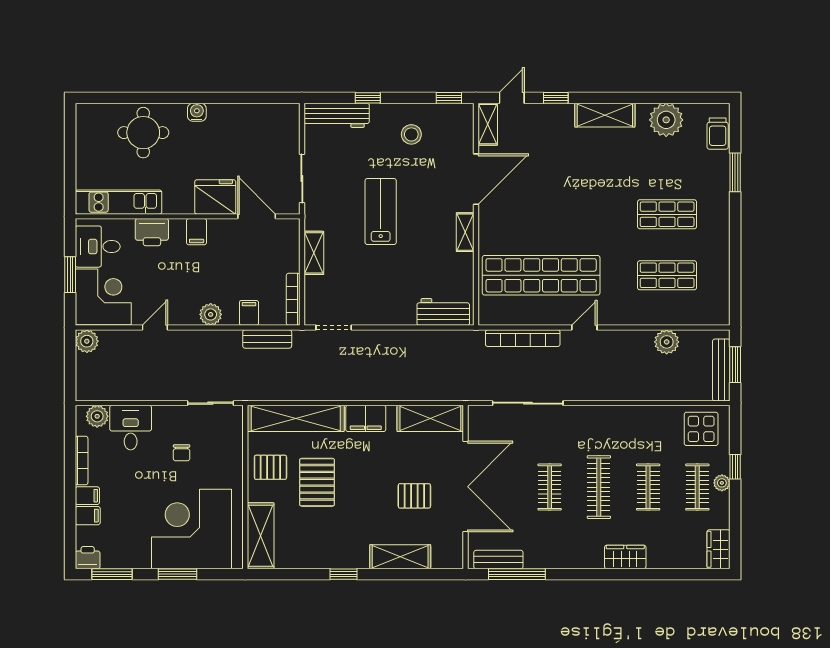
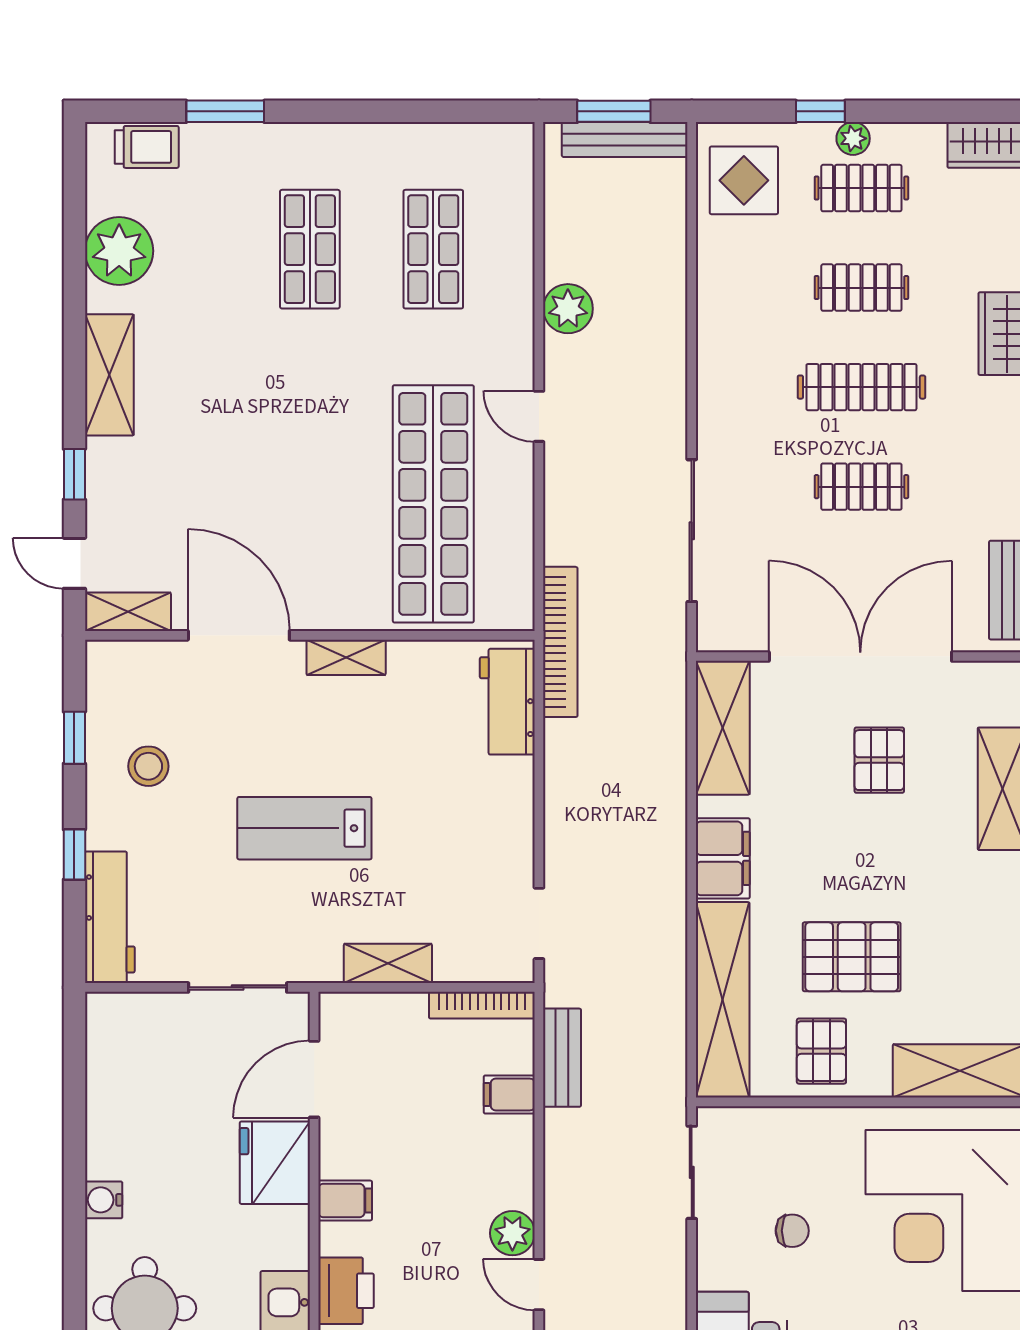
window: (449, 98) -> (74, 738), moved
plant: (211, 314) -> (512, 1233), moved
bookcase: (523, 338) -> (560, 642), moved
plant: (667, 342) -> (568, 309), moved

